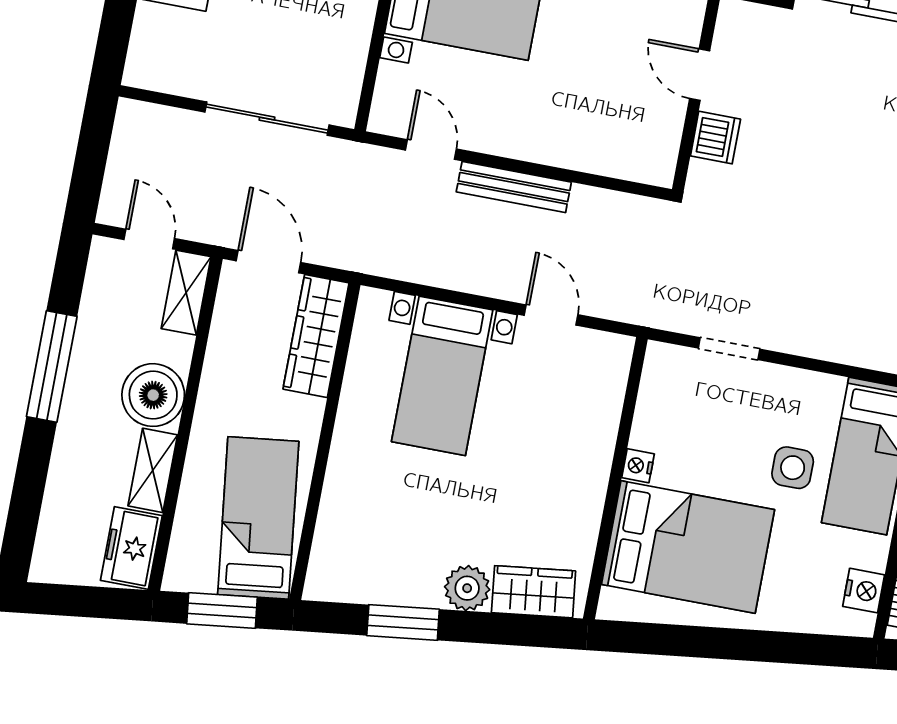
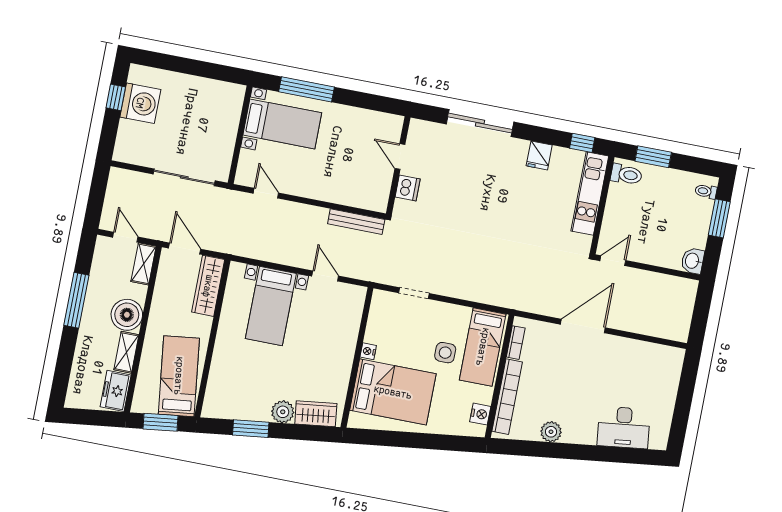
bench: (514, 187) -> (356, 222), moved

